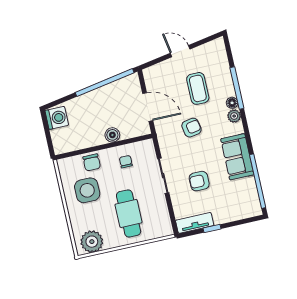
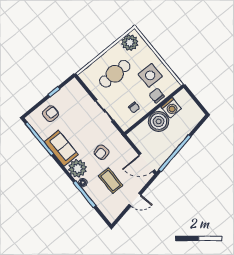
door: (148, 107) -> (147, 163), moved
plant: (234, 116) -> (78, 168), width x1.87, depth x1.87
washing machine: (57, 118) -> (171, 108), moved, turned -90
boiler: (112, 135) -> (159, 121), width x1.86, depth x1.86
armchair: (199, 181) -> (50, 114), moved
cafe table: (129, 213) -> (115, 74), turned 90
tv unit: (195, 223) -> (67, 90), removed

